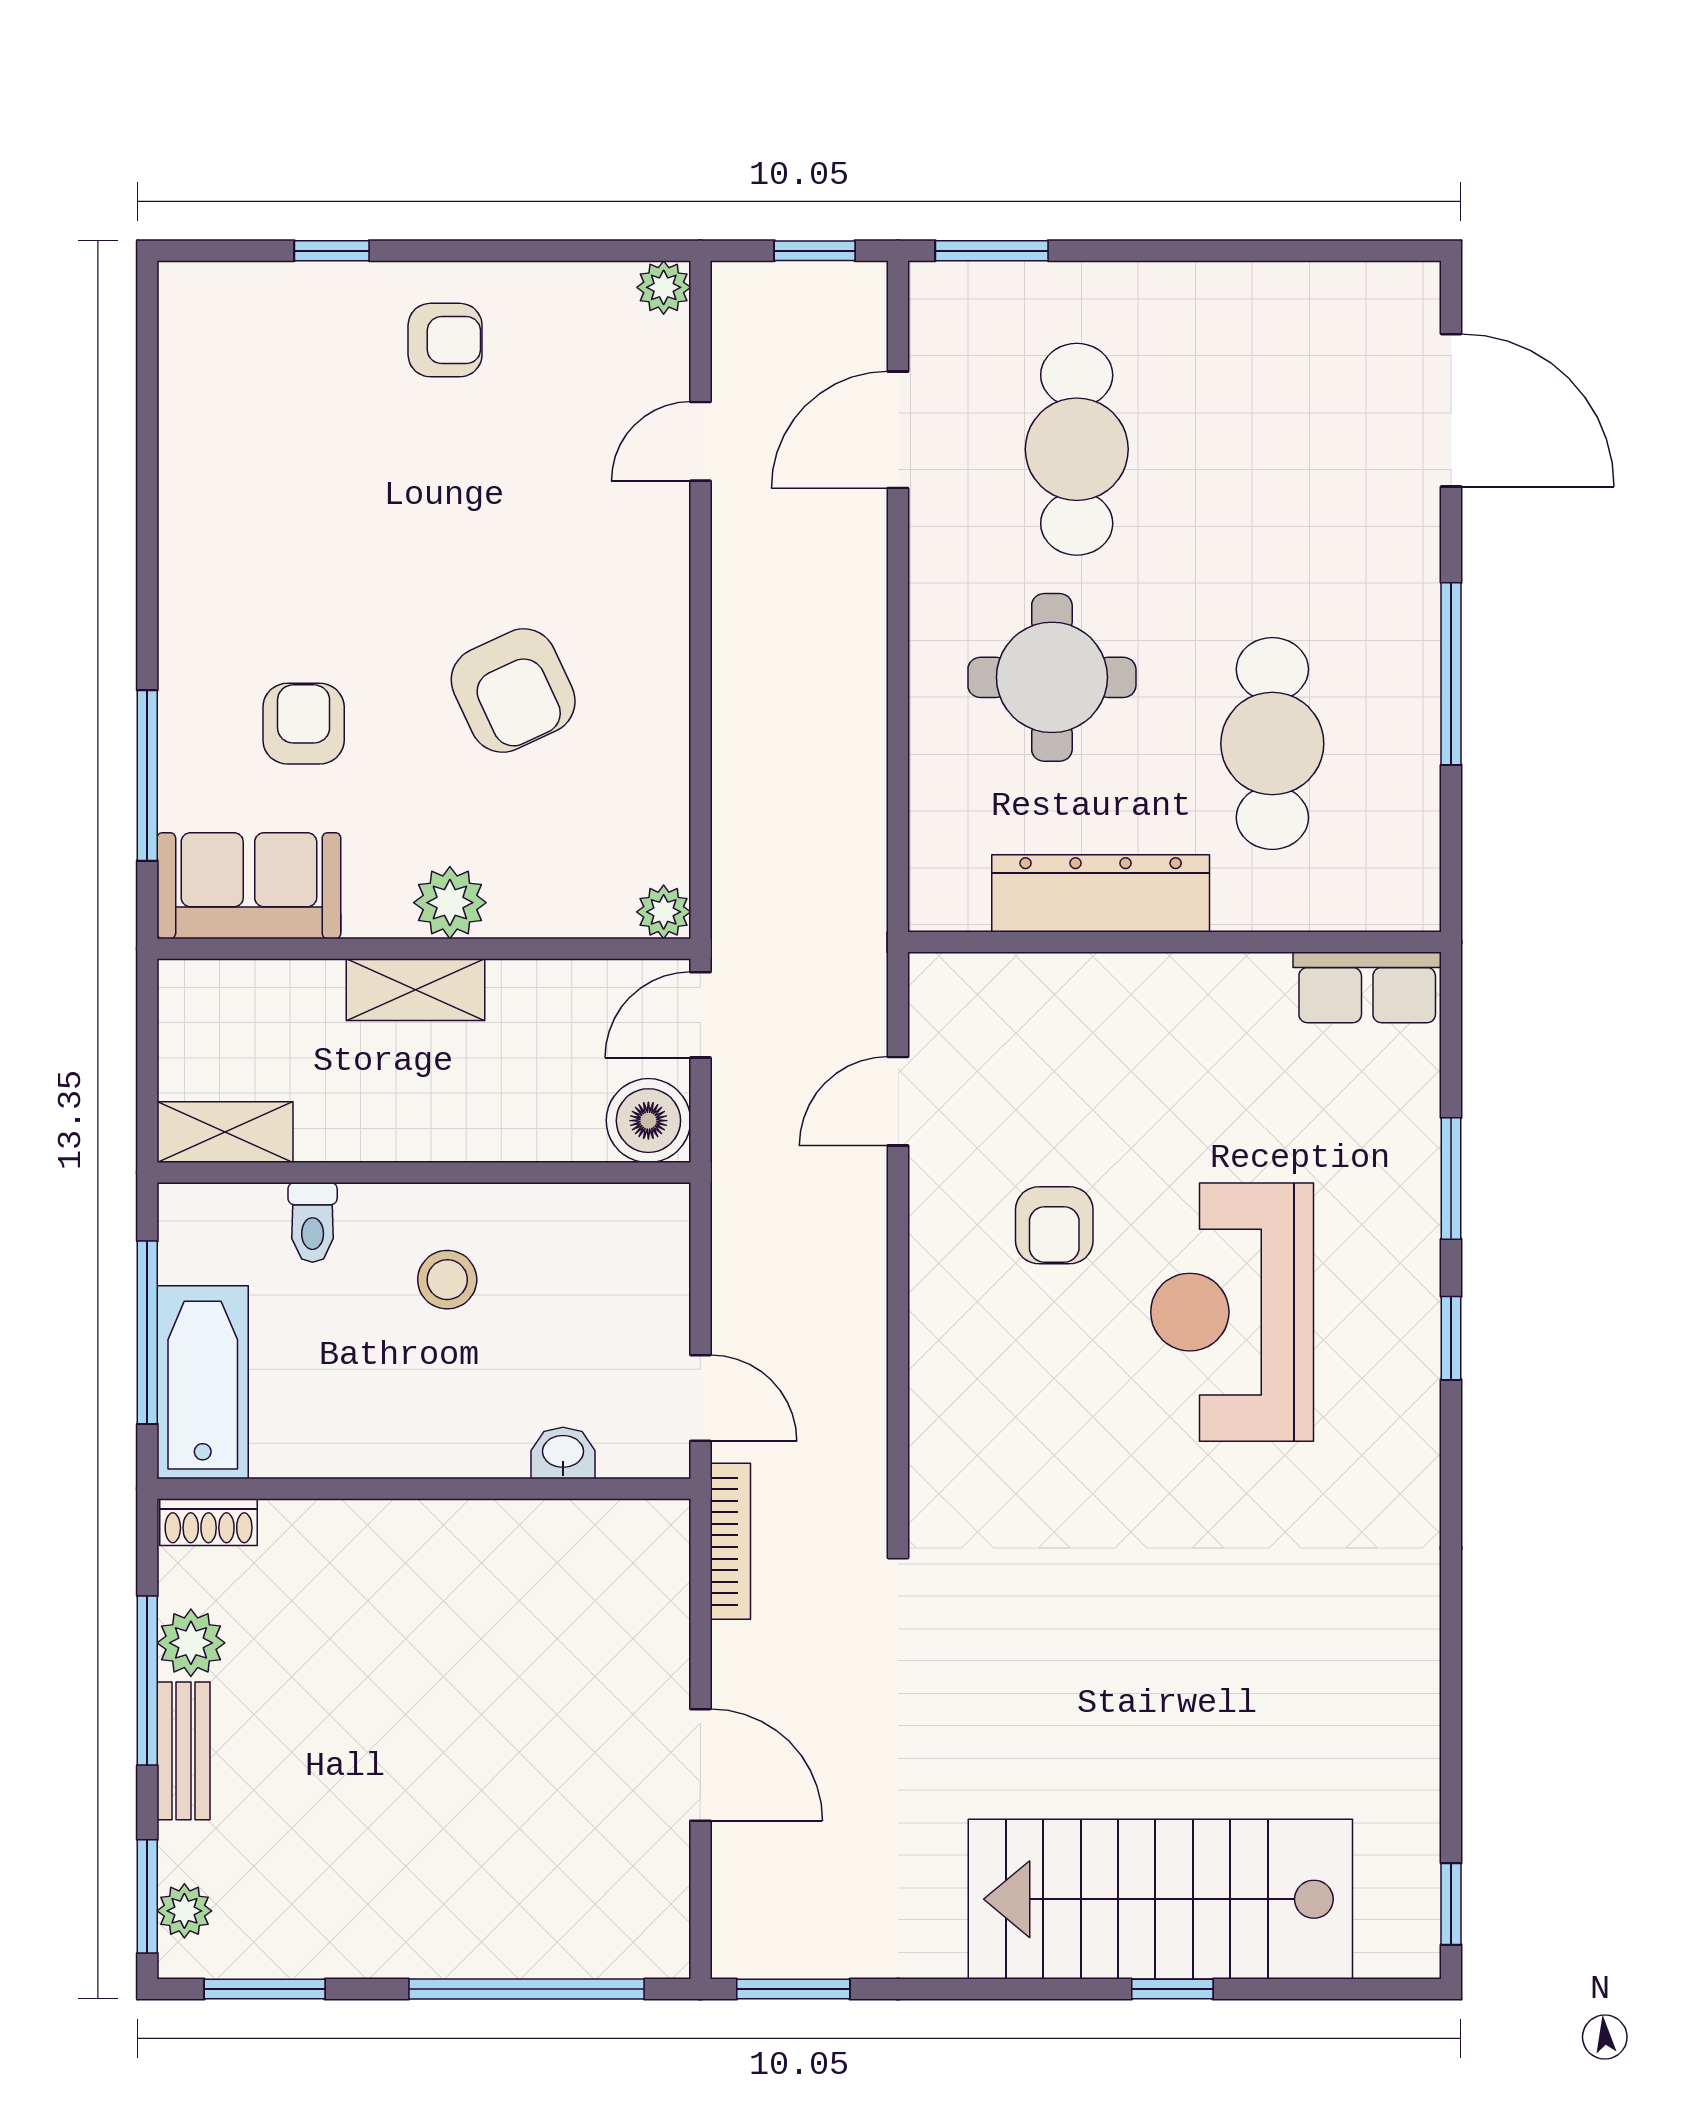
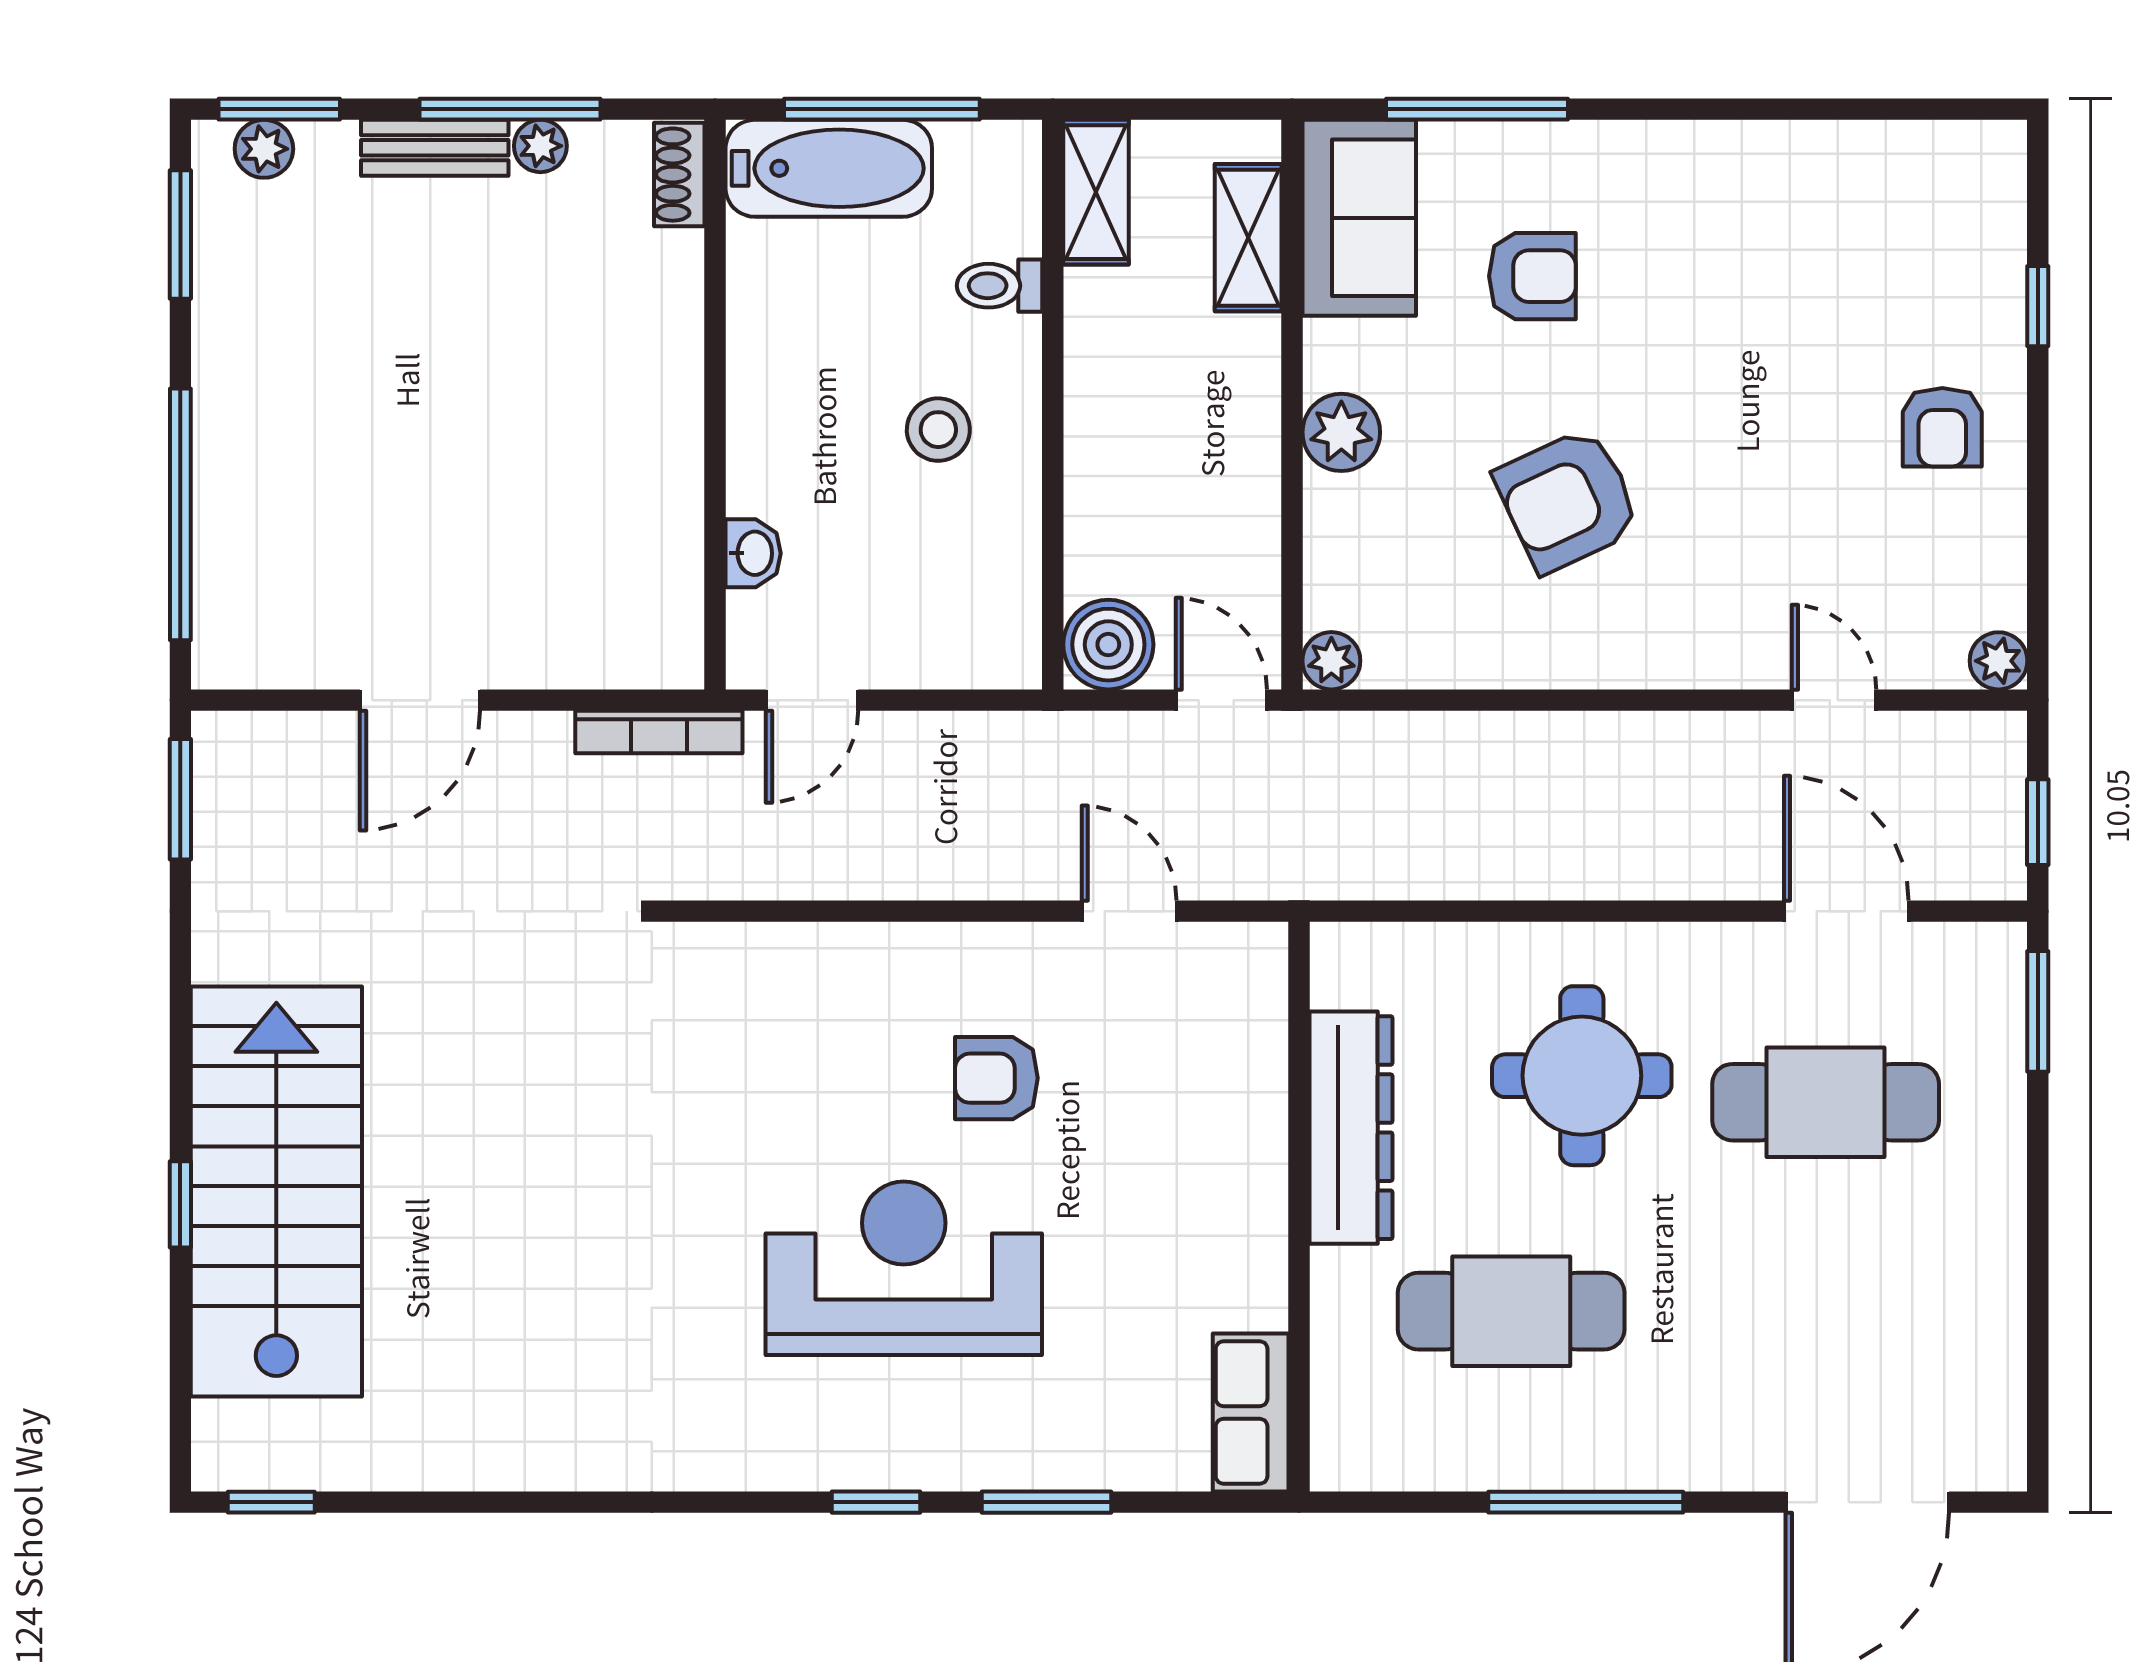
shelving: (416, 990) -> (1248, 238), moved
plant: (191, 1643) -> (540, 146), width x0.73, depth x0.73

